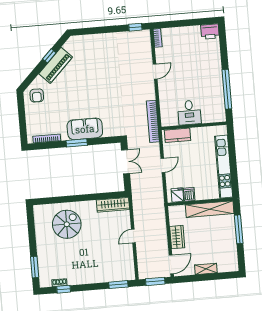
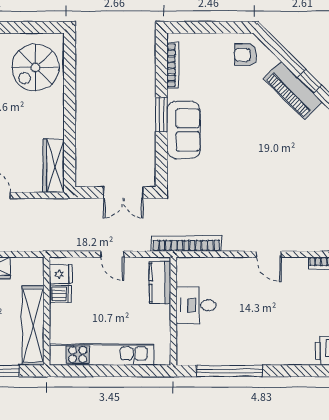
spiral stairs: (67, 224) -> (35, 67), moved, turned 90

